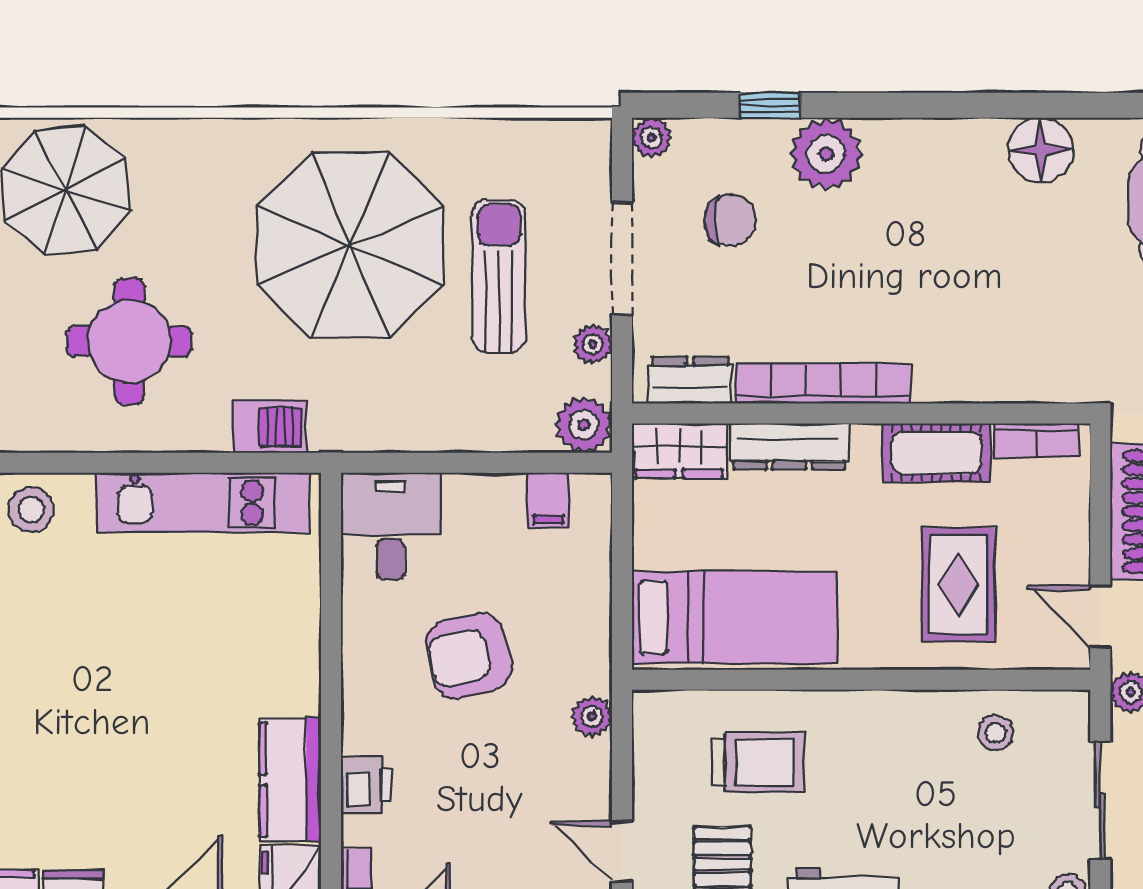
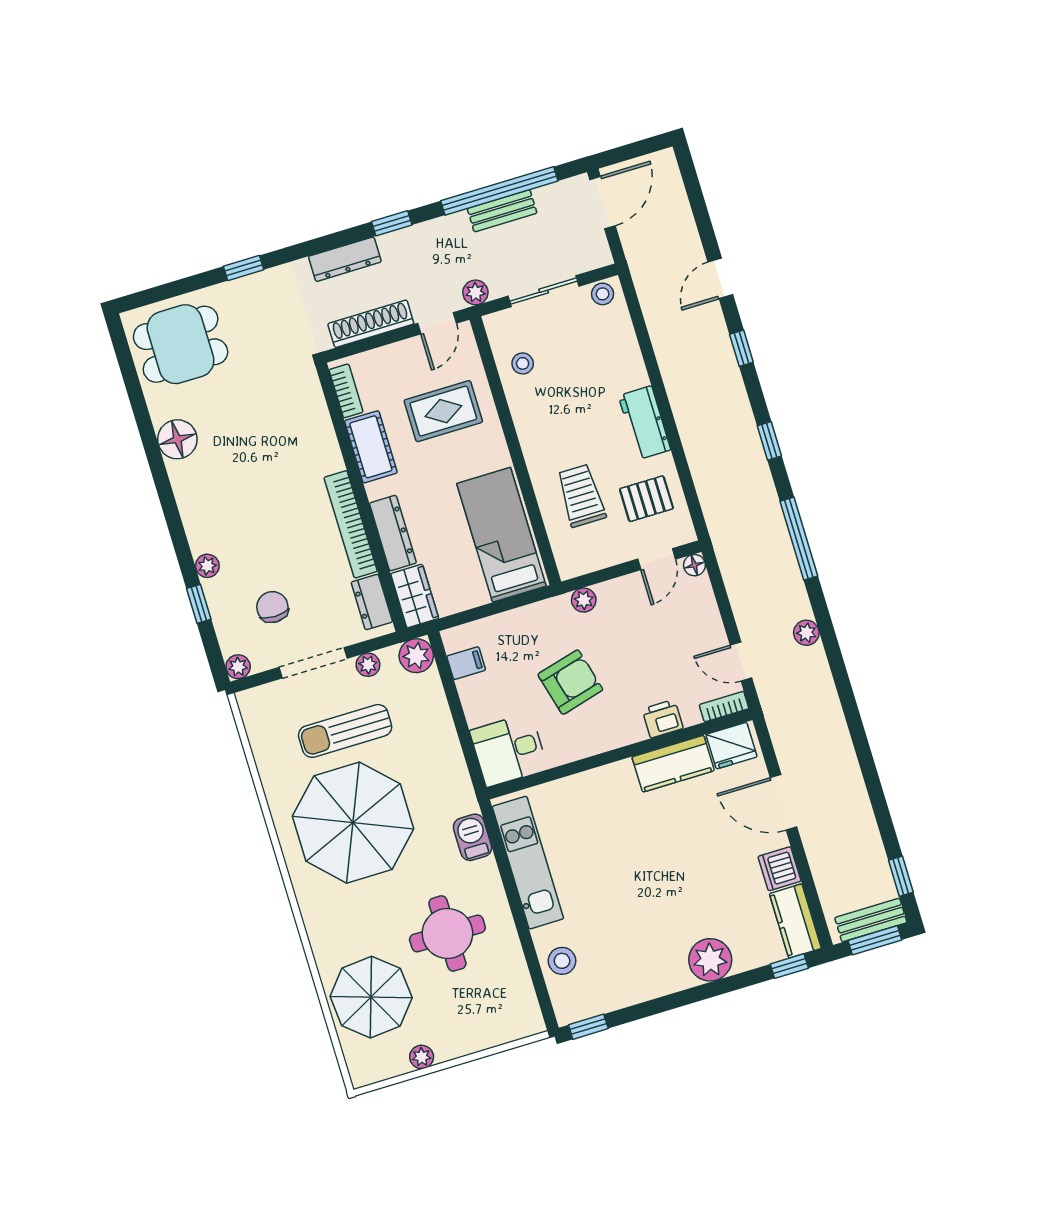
plant: (826, 154) -> (207, 566), width x0.53, depth x0.53
armchair: (469, 656) -> (570, 682), turned -92

